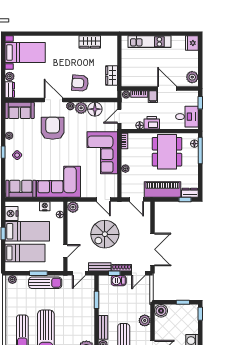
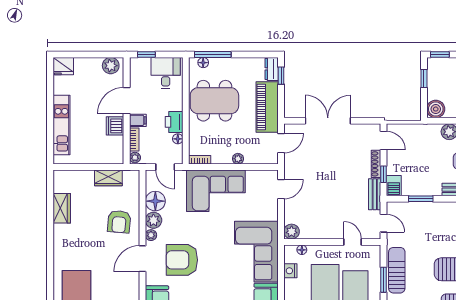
dishwasher: (149, 80) -> (115, 126), added
spiral stairs: (105, 234) -> (329, 187), removed
double door: (153, 249) -> (328, 121), moved
barbecue: (119, 281) -> (394, 186), moved

